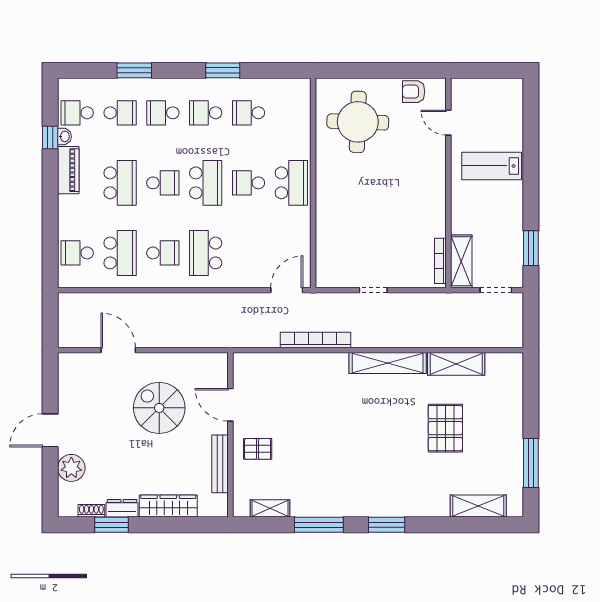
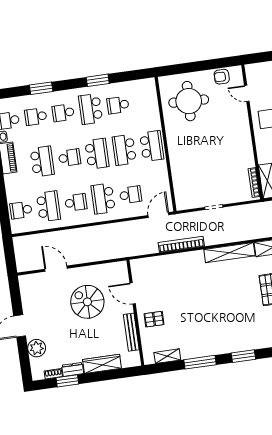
school desk: (120, 113) -> (36, 117), turned 180
school desk: (206, 113) -> (91, 109), width x1.85
school desk: (248, 183) -> (124, 150), width x1.85
school desk: (248, 253) -> (131, 195), added

